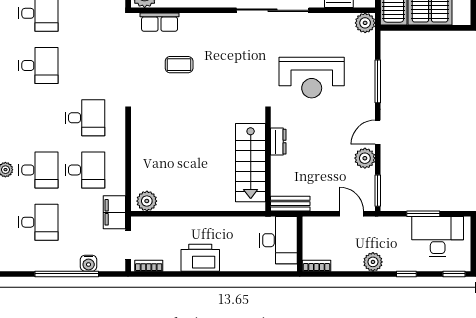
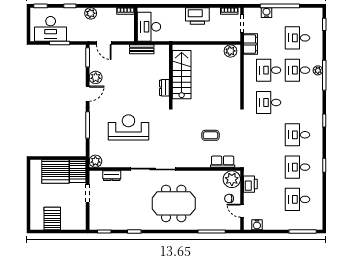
dresser: (278, 142) -> (164, 88), moved
wall: (268, 162) -> (171, 75), moved
stairs: (251, 163) -> (182, 75), moved

